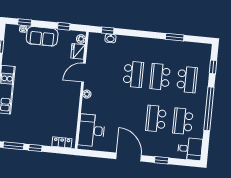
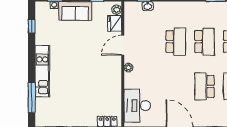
school desk: (160, 77) -> (204, 42), turned 180

